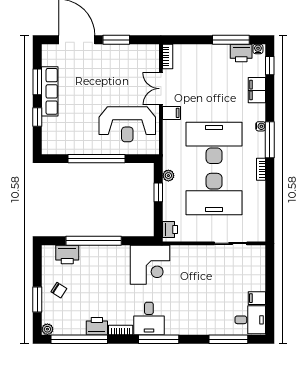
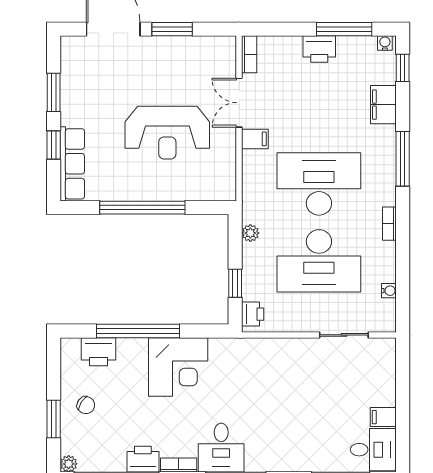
printer: (241, 53) -> (319, 49), moved
row of seats: (50, 91) -> (72, 164), moved
reception desk: (127, 124) -> (167, 133), moved
water cooler: (261, 126) -> (389, 291), moved
window: (270, 140) -> (403, 159), moved
window: (158, 192) -> (235, 283), moved
corner desk: (150, 265) -> (178, 367), moved

